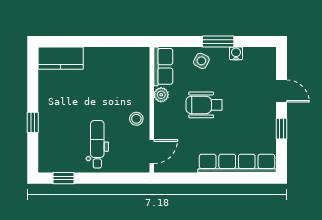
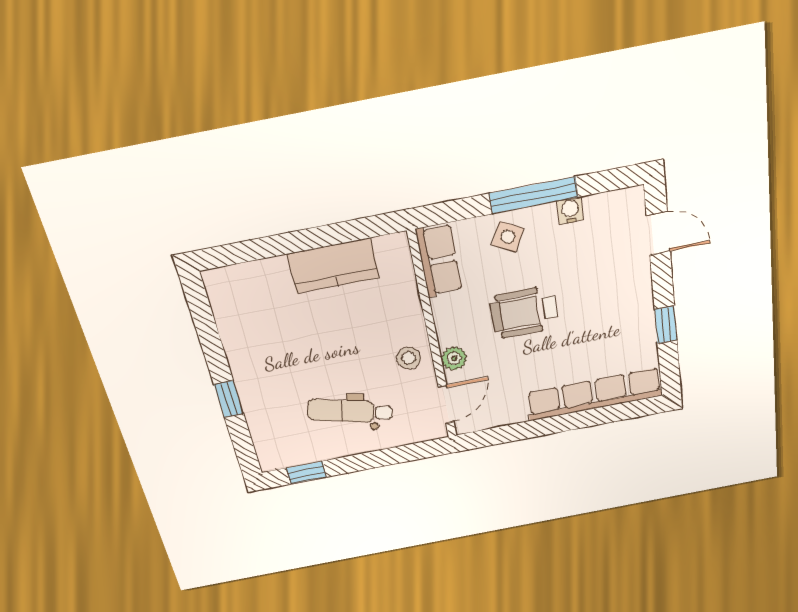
window: (218, 41) -> (534, 195), width x1.44
kitchen counter: (61, 58) -> (333, 266), moved
door: (282, 91) -> (658, 233), moved
plant: (161, 95) -> (454, 358), moved
dental chair: (97, 144) -> (350, 411), turned -75

